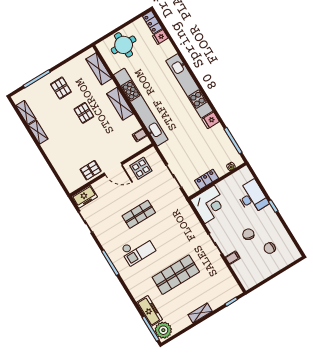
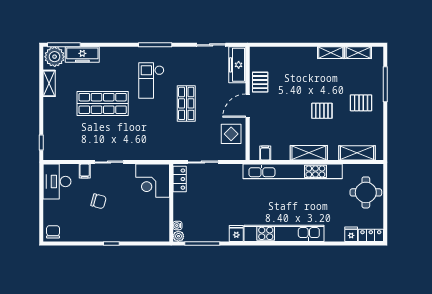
plant: (238, 161) -> (178, 236), added
locker: (207, 179) -> (180, 179), moved
freezer: (84, 197) -> (237, 65), width x1.40
desk: (252, 197) -> (57, 182), moved, turned 90
chair: (270, 248) -> (53, 232), moved
shop shelf: (176, 275) -> (103, 103), turned 90
shelving: (200, 313) -> (49, 83), moved

